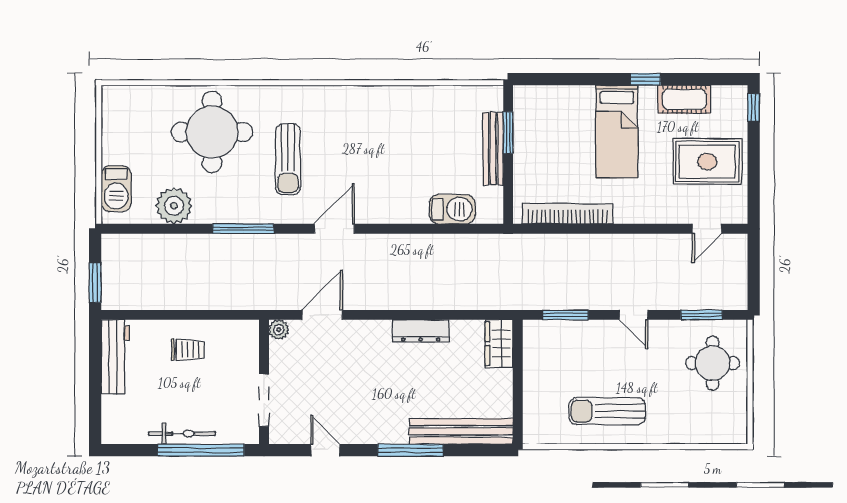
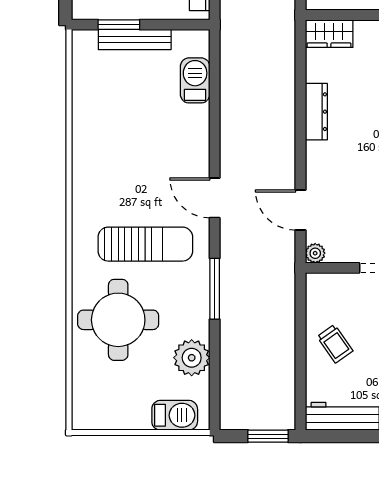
sun lounger: (288, 159) -> (145, 244), width x1.36, depth x1.34
trolley: (188, 350) -> (335, 344), turned 145

